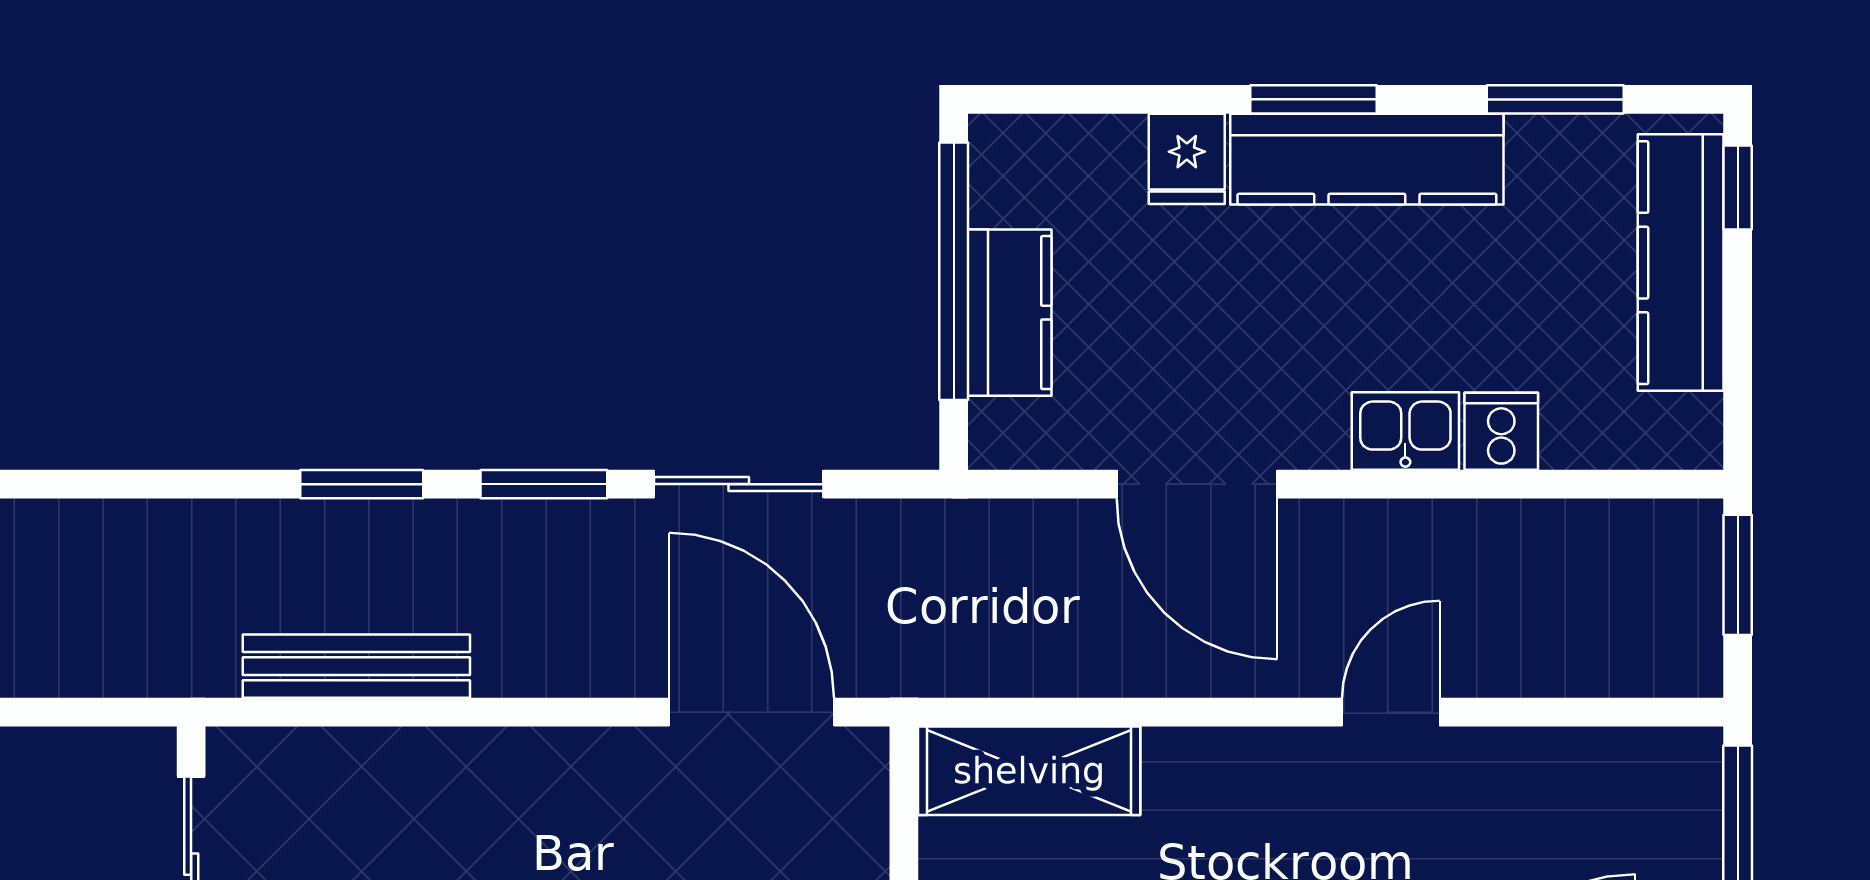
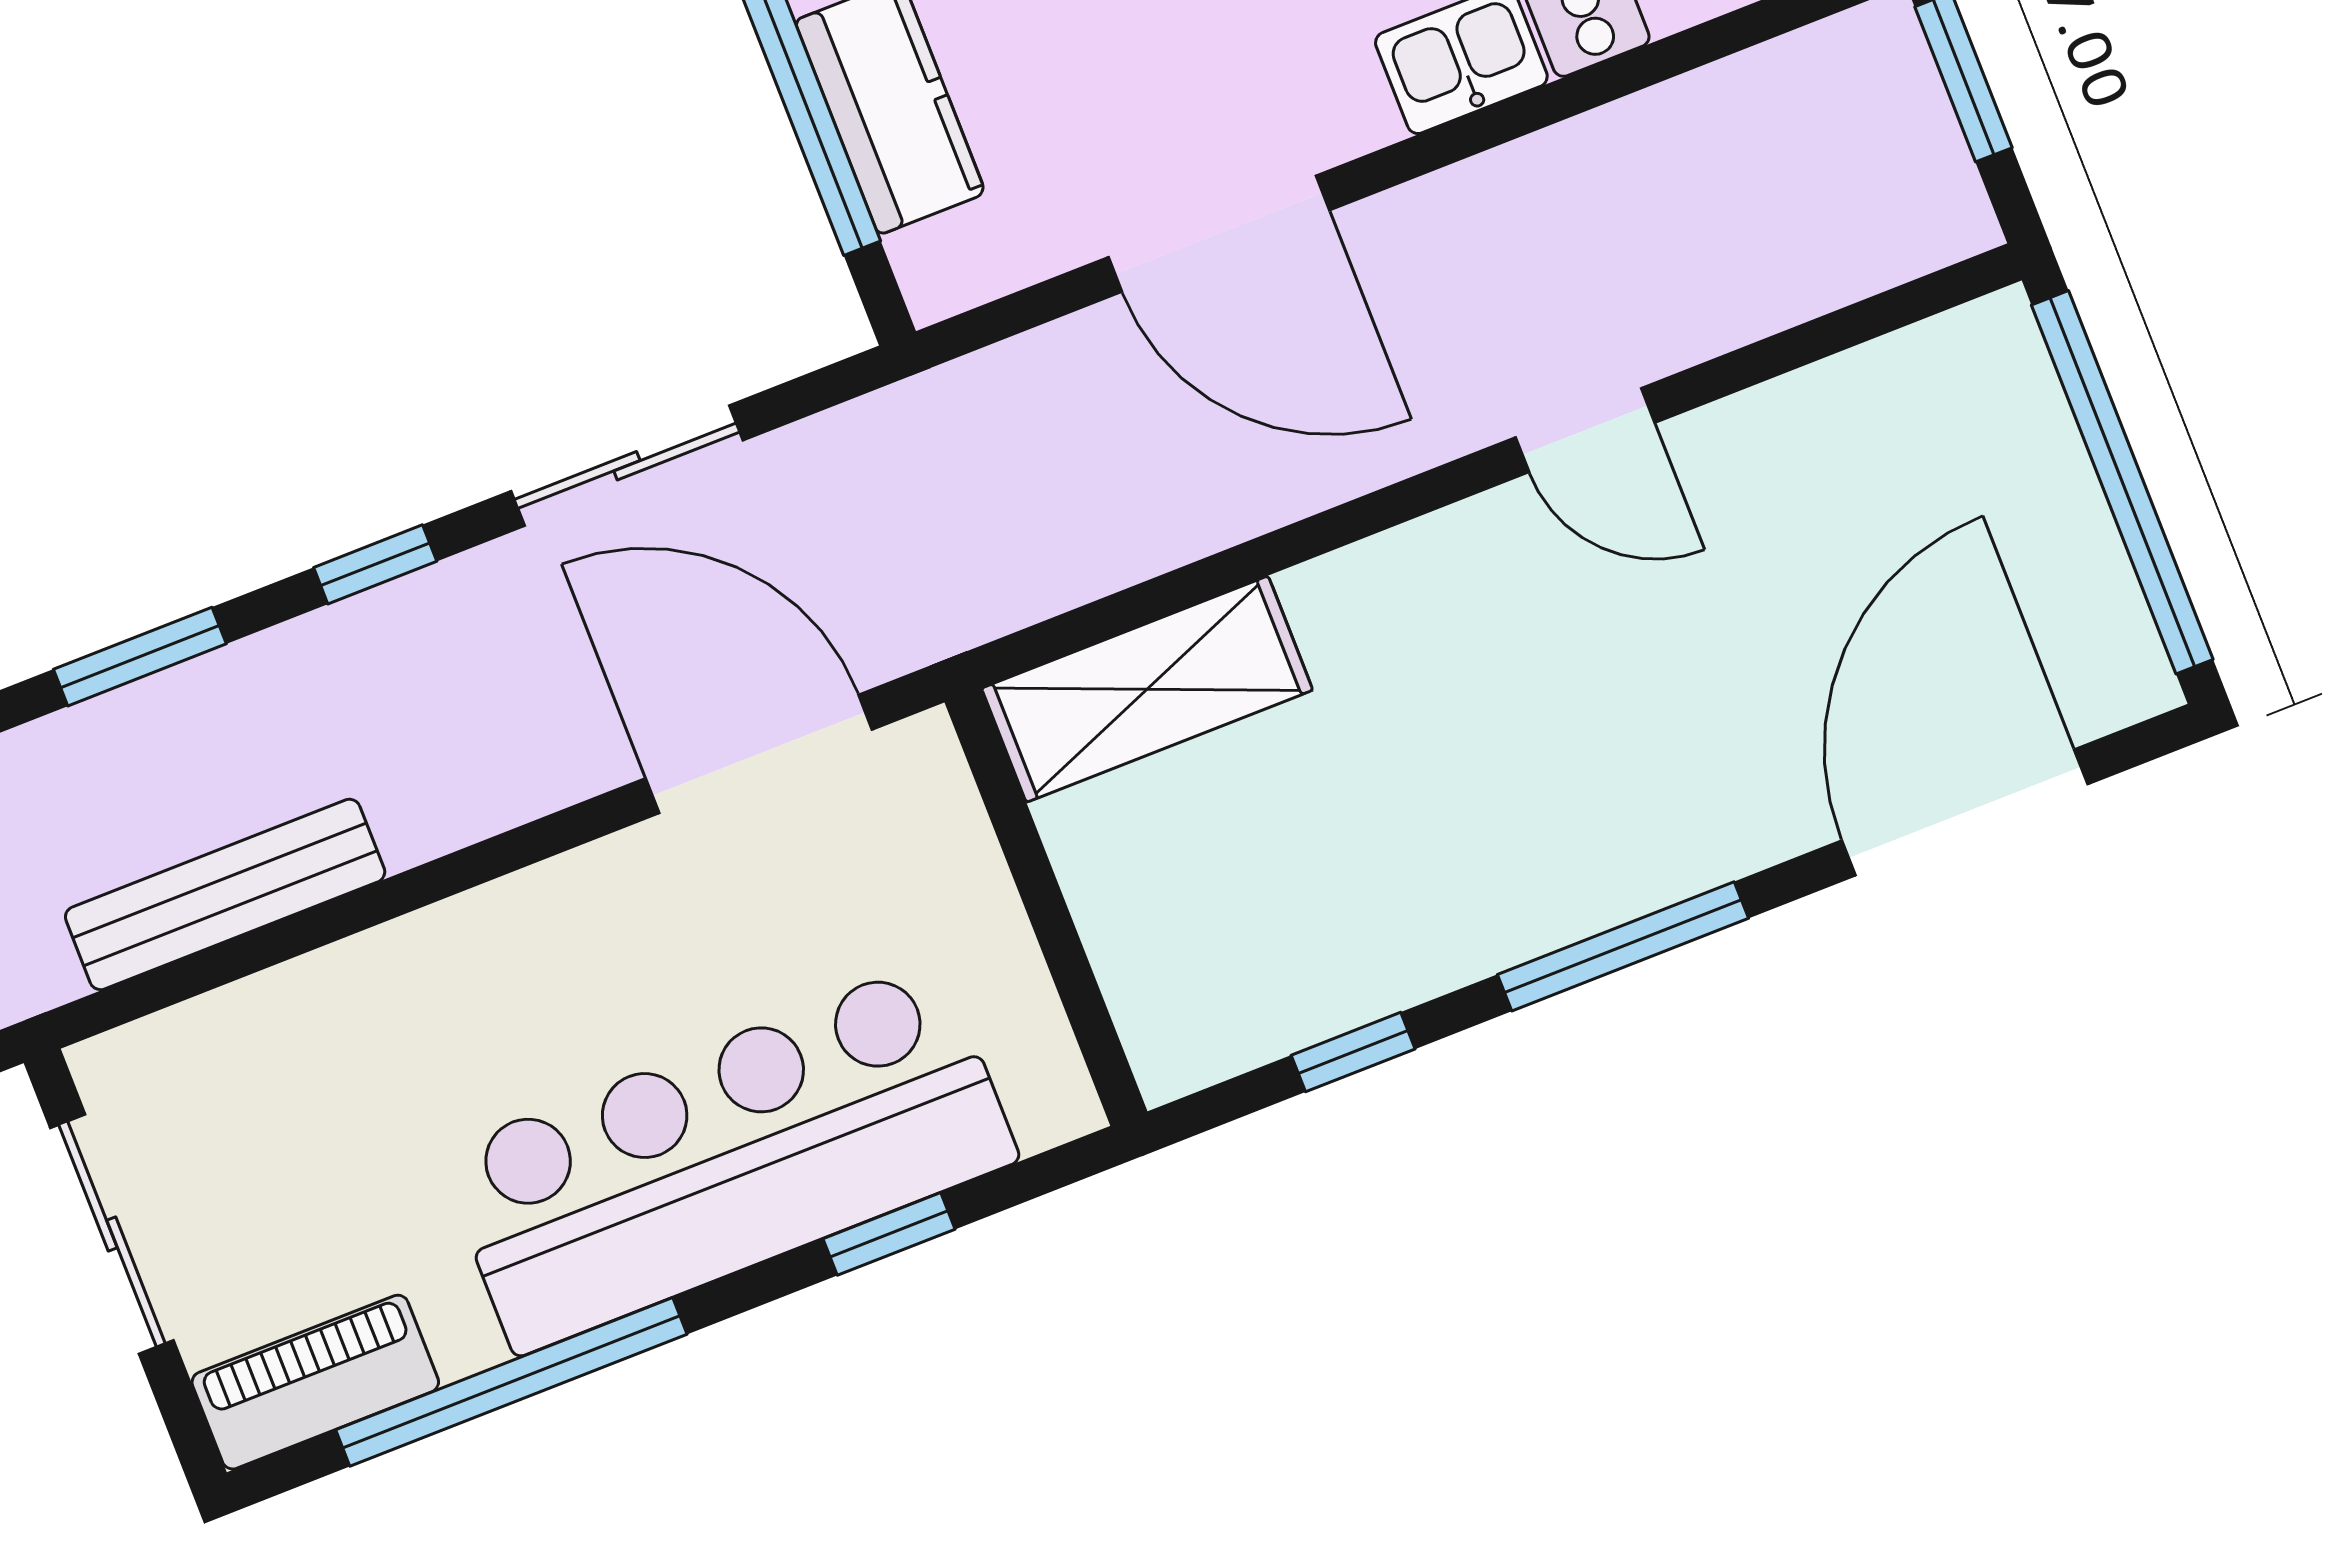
window: (544, 484) -> (375, 564), width x0.67
door: (1391, 712) -> (1585, 430), swing flipped

